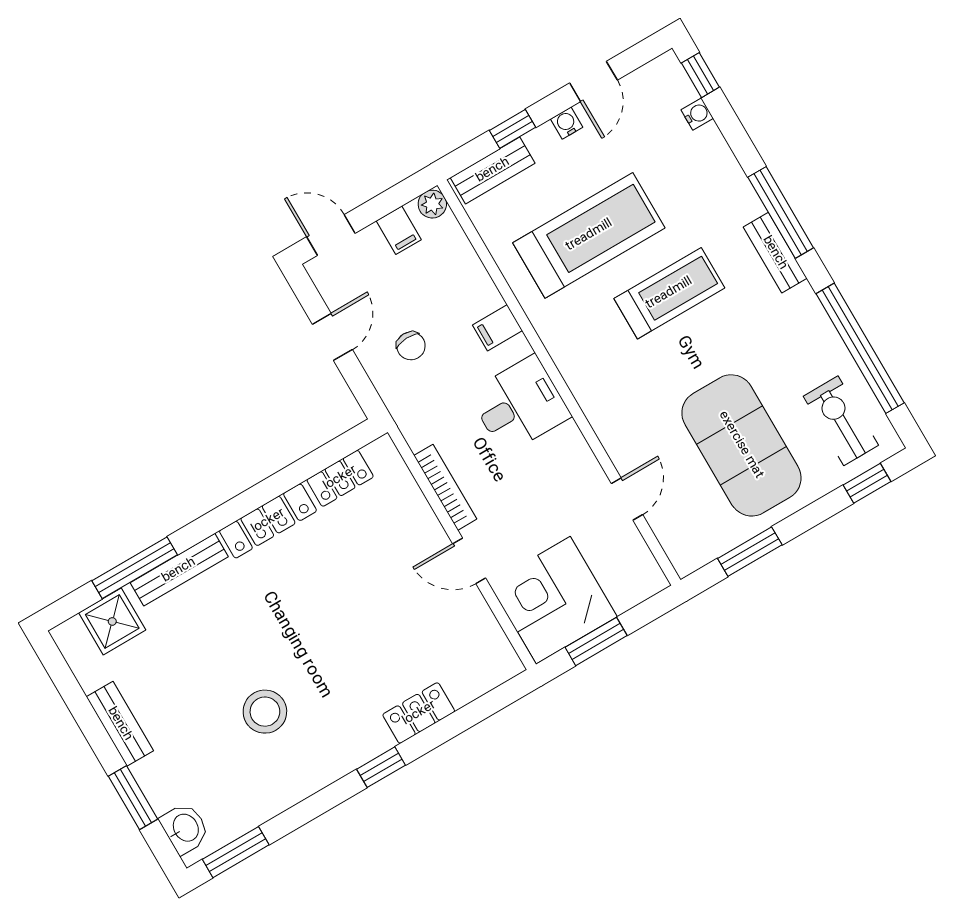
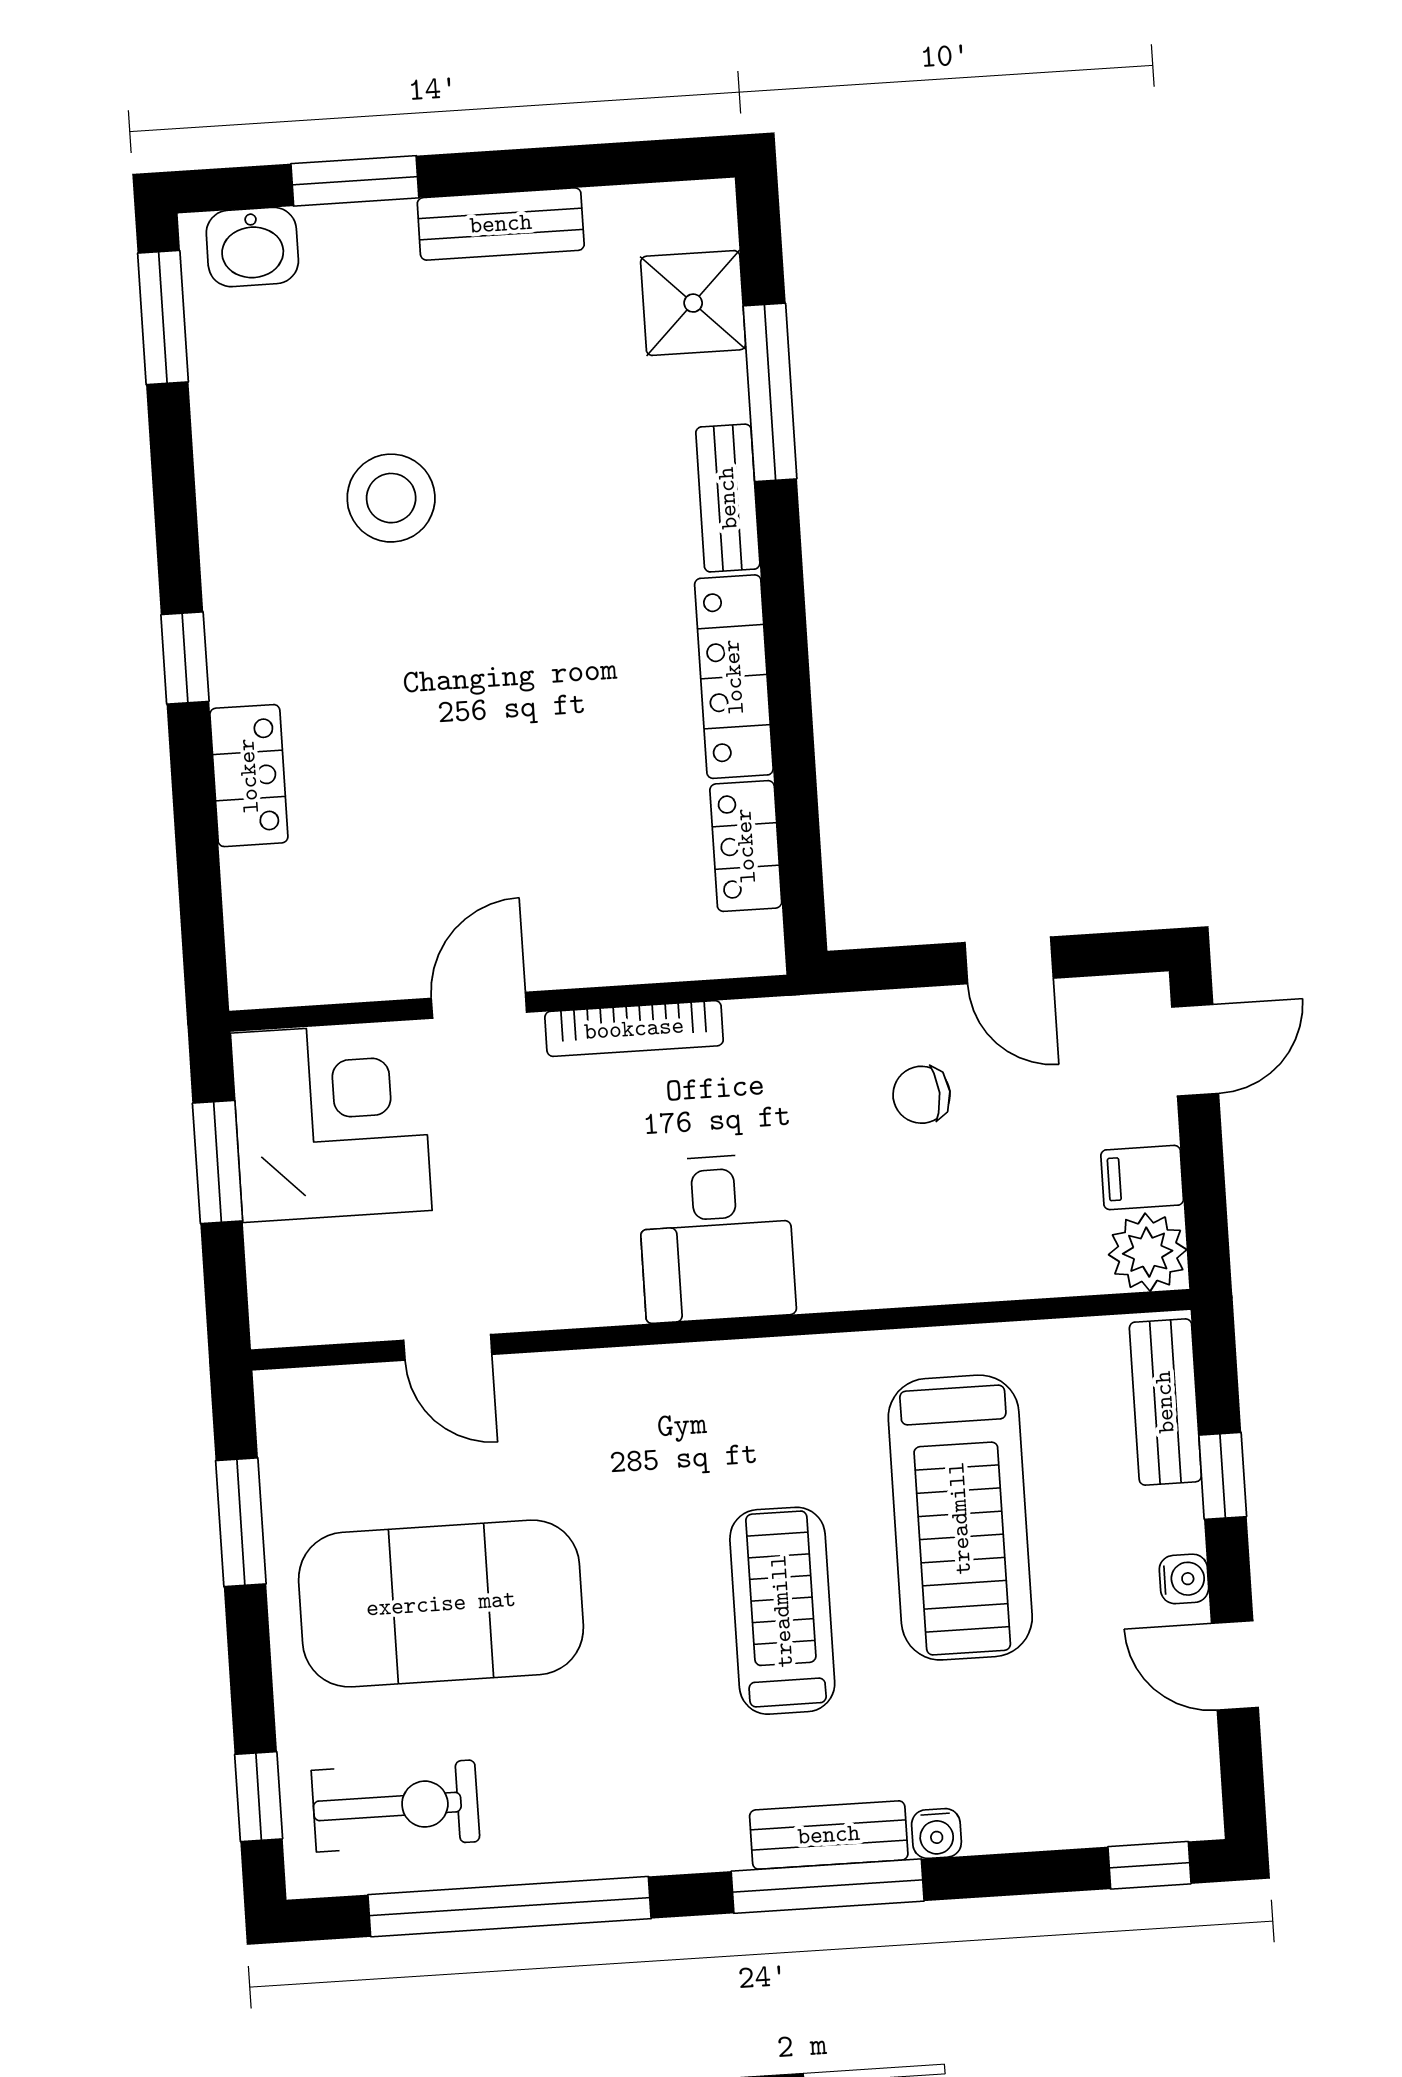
water cooler: (697, 114) -> (936, 1833), moved
plant: (432, 204) -> (1148, 1252), width x1.38, depth x1.38
bench: (775, 253) -> (829, 1835), moved
treadmill: (669, 293) -> (782, 1611), turned 180
filing cabinet: (497, 328) -> (876, 1268), removed
bench: (179, 570) -> (728, 498), width x0.73

